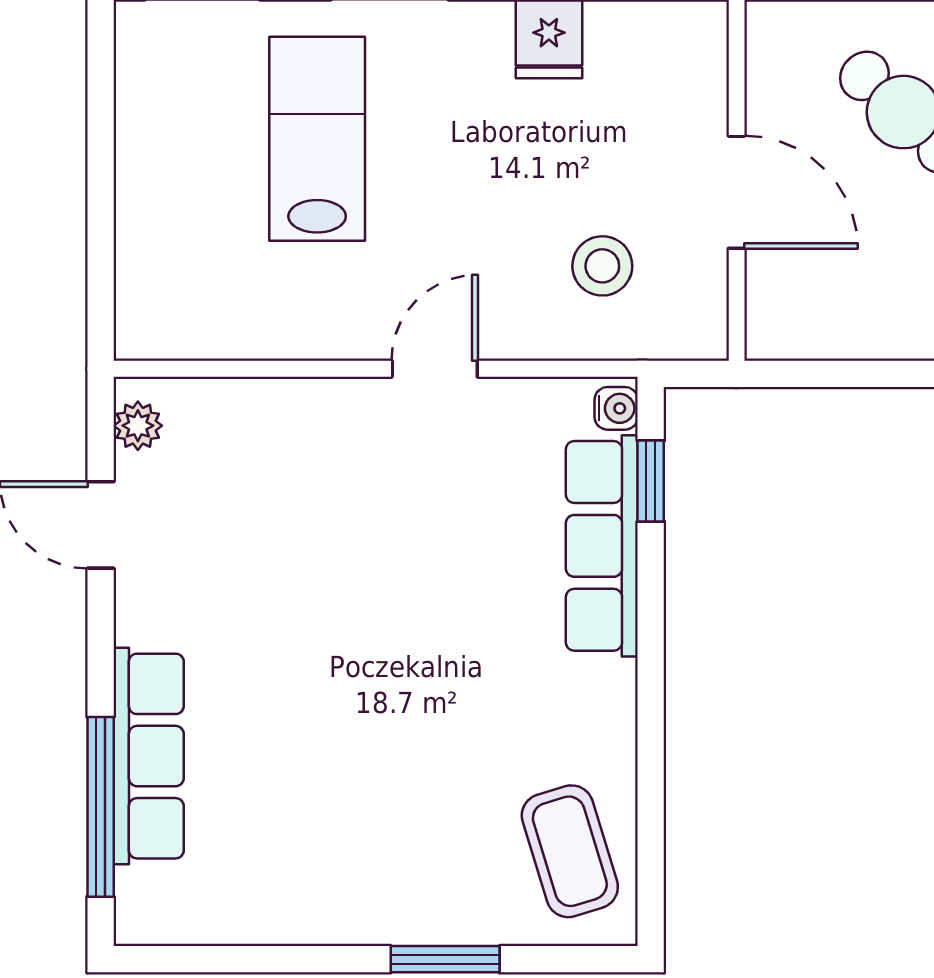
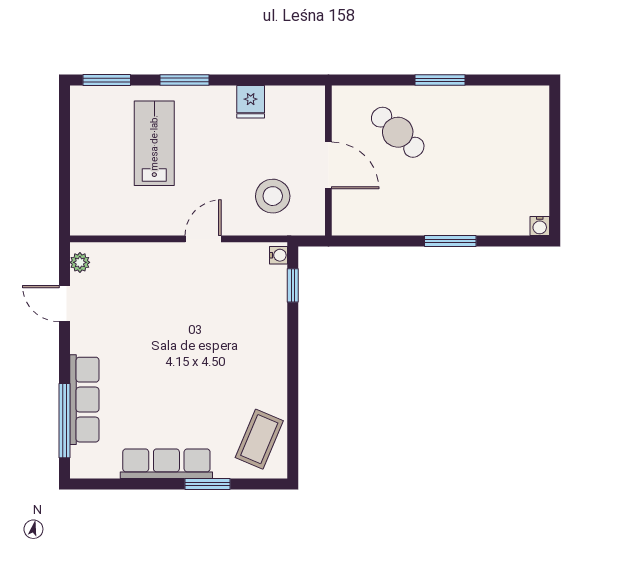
stool: (602, 266) -> (273, 196), width x1.38, depth x1.38
row of seats: (602, 546) -> (166, 464), moved, turned 90
coffee table: (570, 851) -> (259, 439), turned 40

